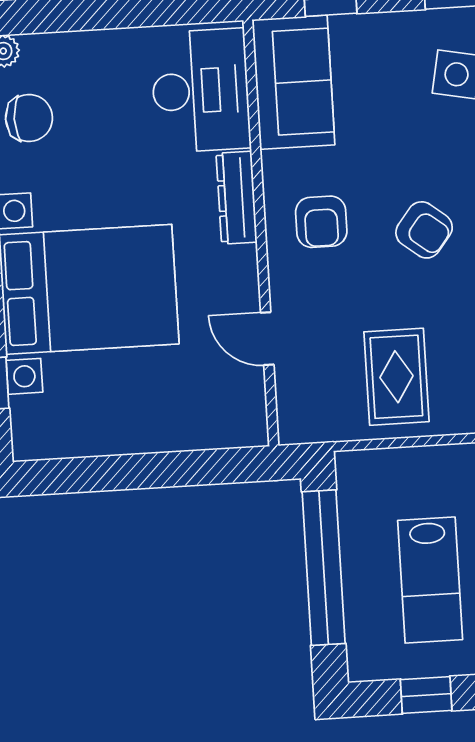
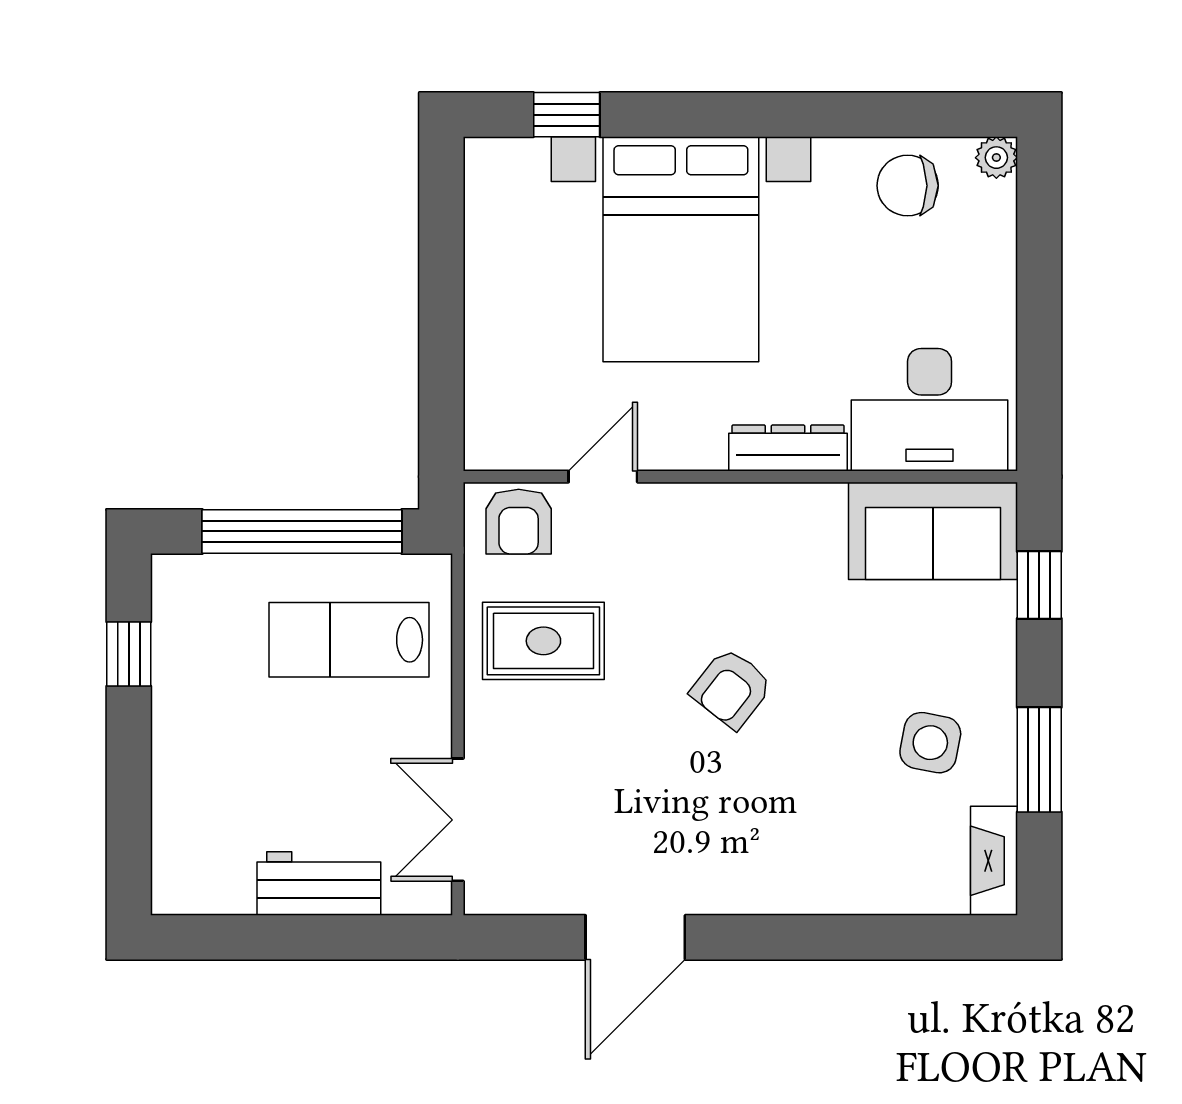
chair: (29, 118) -> (908, 186), turned 90
armchair: (321, 222) -> (519, 522), moved, turned -90
lab bench: (430, 580) -> (349, 640), moved

